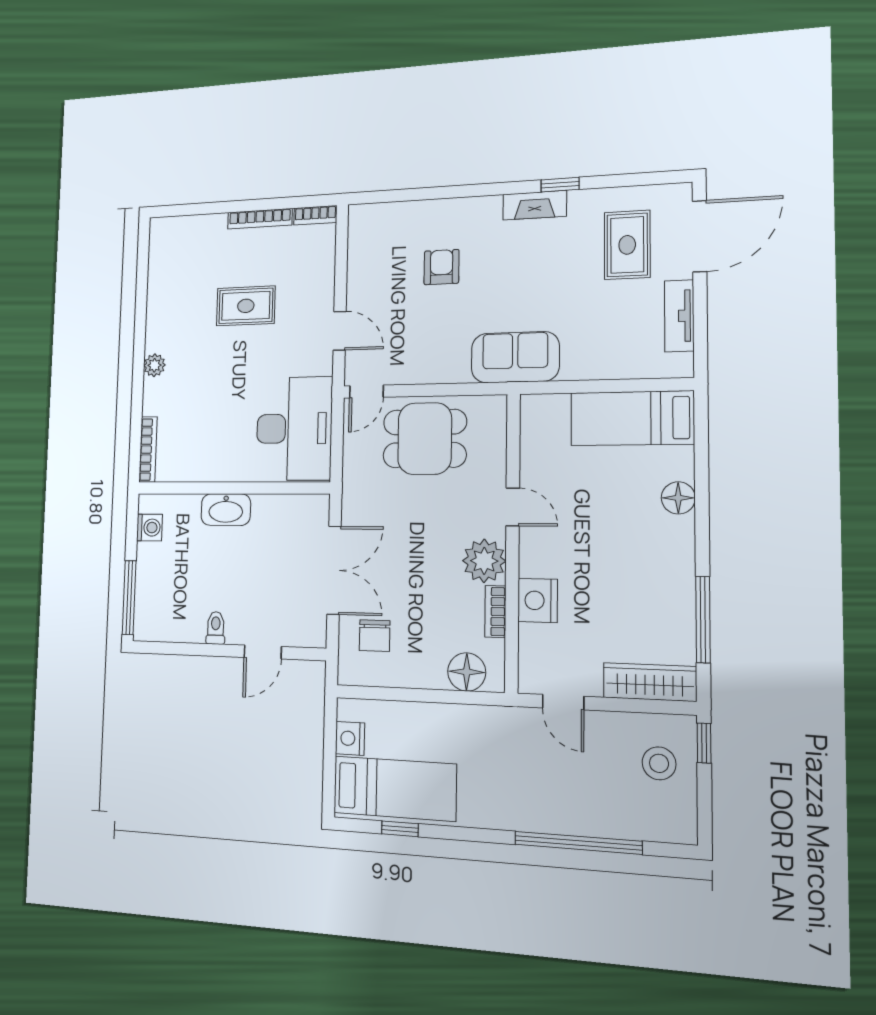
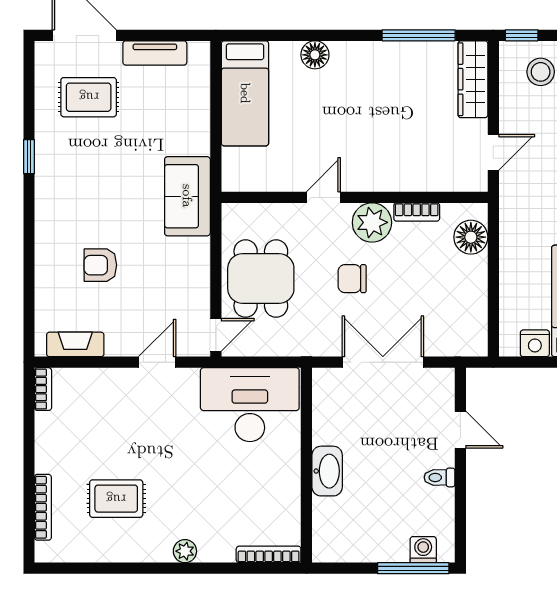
fireplace: (535, 205) -> (75, 344), moved, turned -90
bookcase: (260, 219) -> (43, 507), moved
rug: (246, 306) -> (116, 499), moved, turned 90
door: (366, 391) -> (216, 335), hinge flipped
washing machine: (149, 528) -> (423, 550), moved
nightstand: (538, 600) -> (406, 175), removed
chair: (375, 636) -> (352, 279), moved, turned 180

